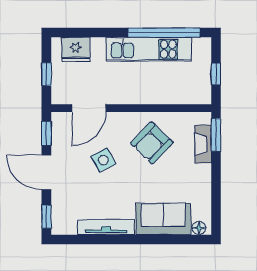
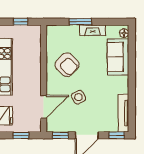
door: (89, 108) -> (44, 107), hinge flipped
window: (216, 135) -> (80, 22), moved
fireplace: (203, 144) -> (93, 30), moved
tv unit: (106, 227) -> (123, 113), moved

